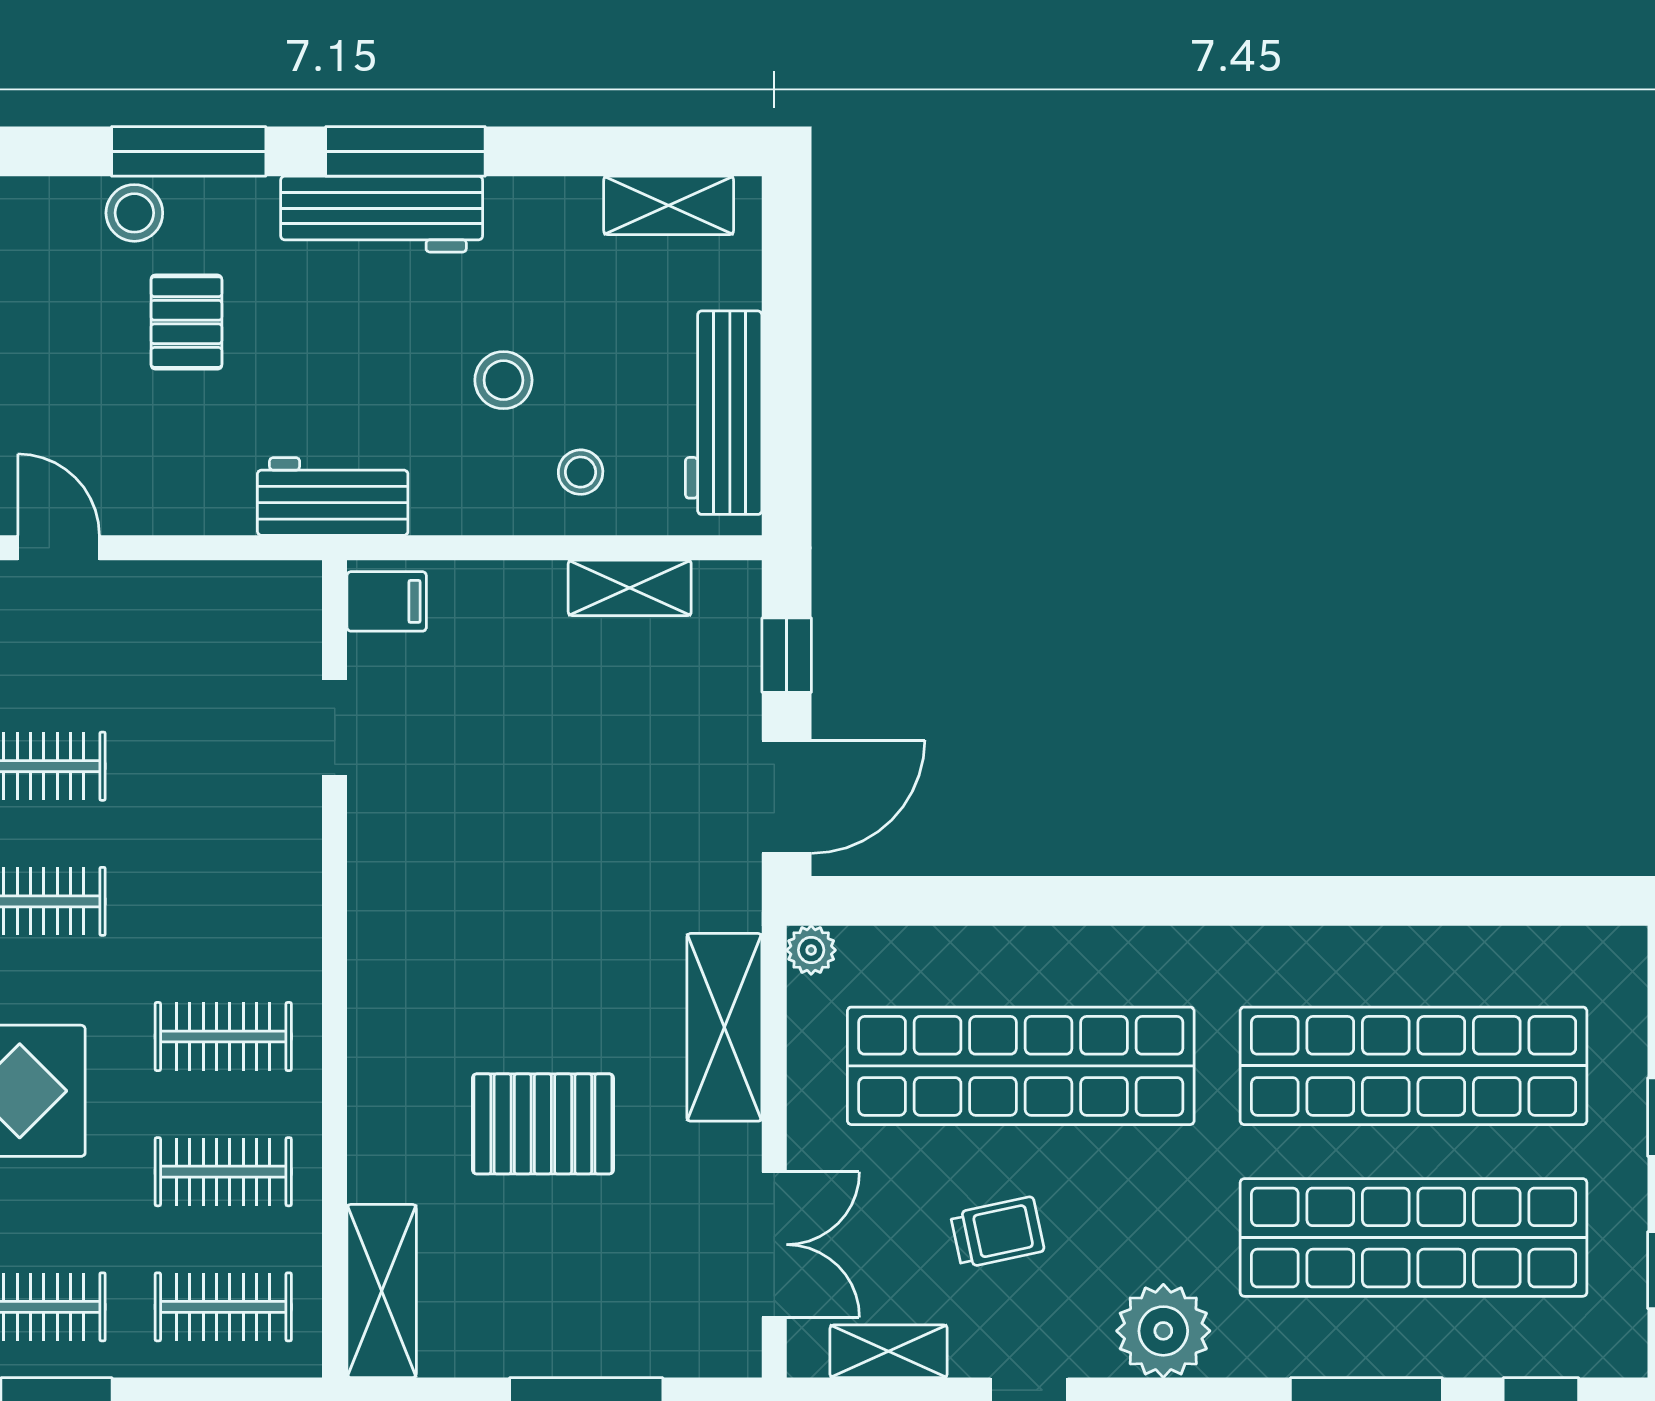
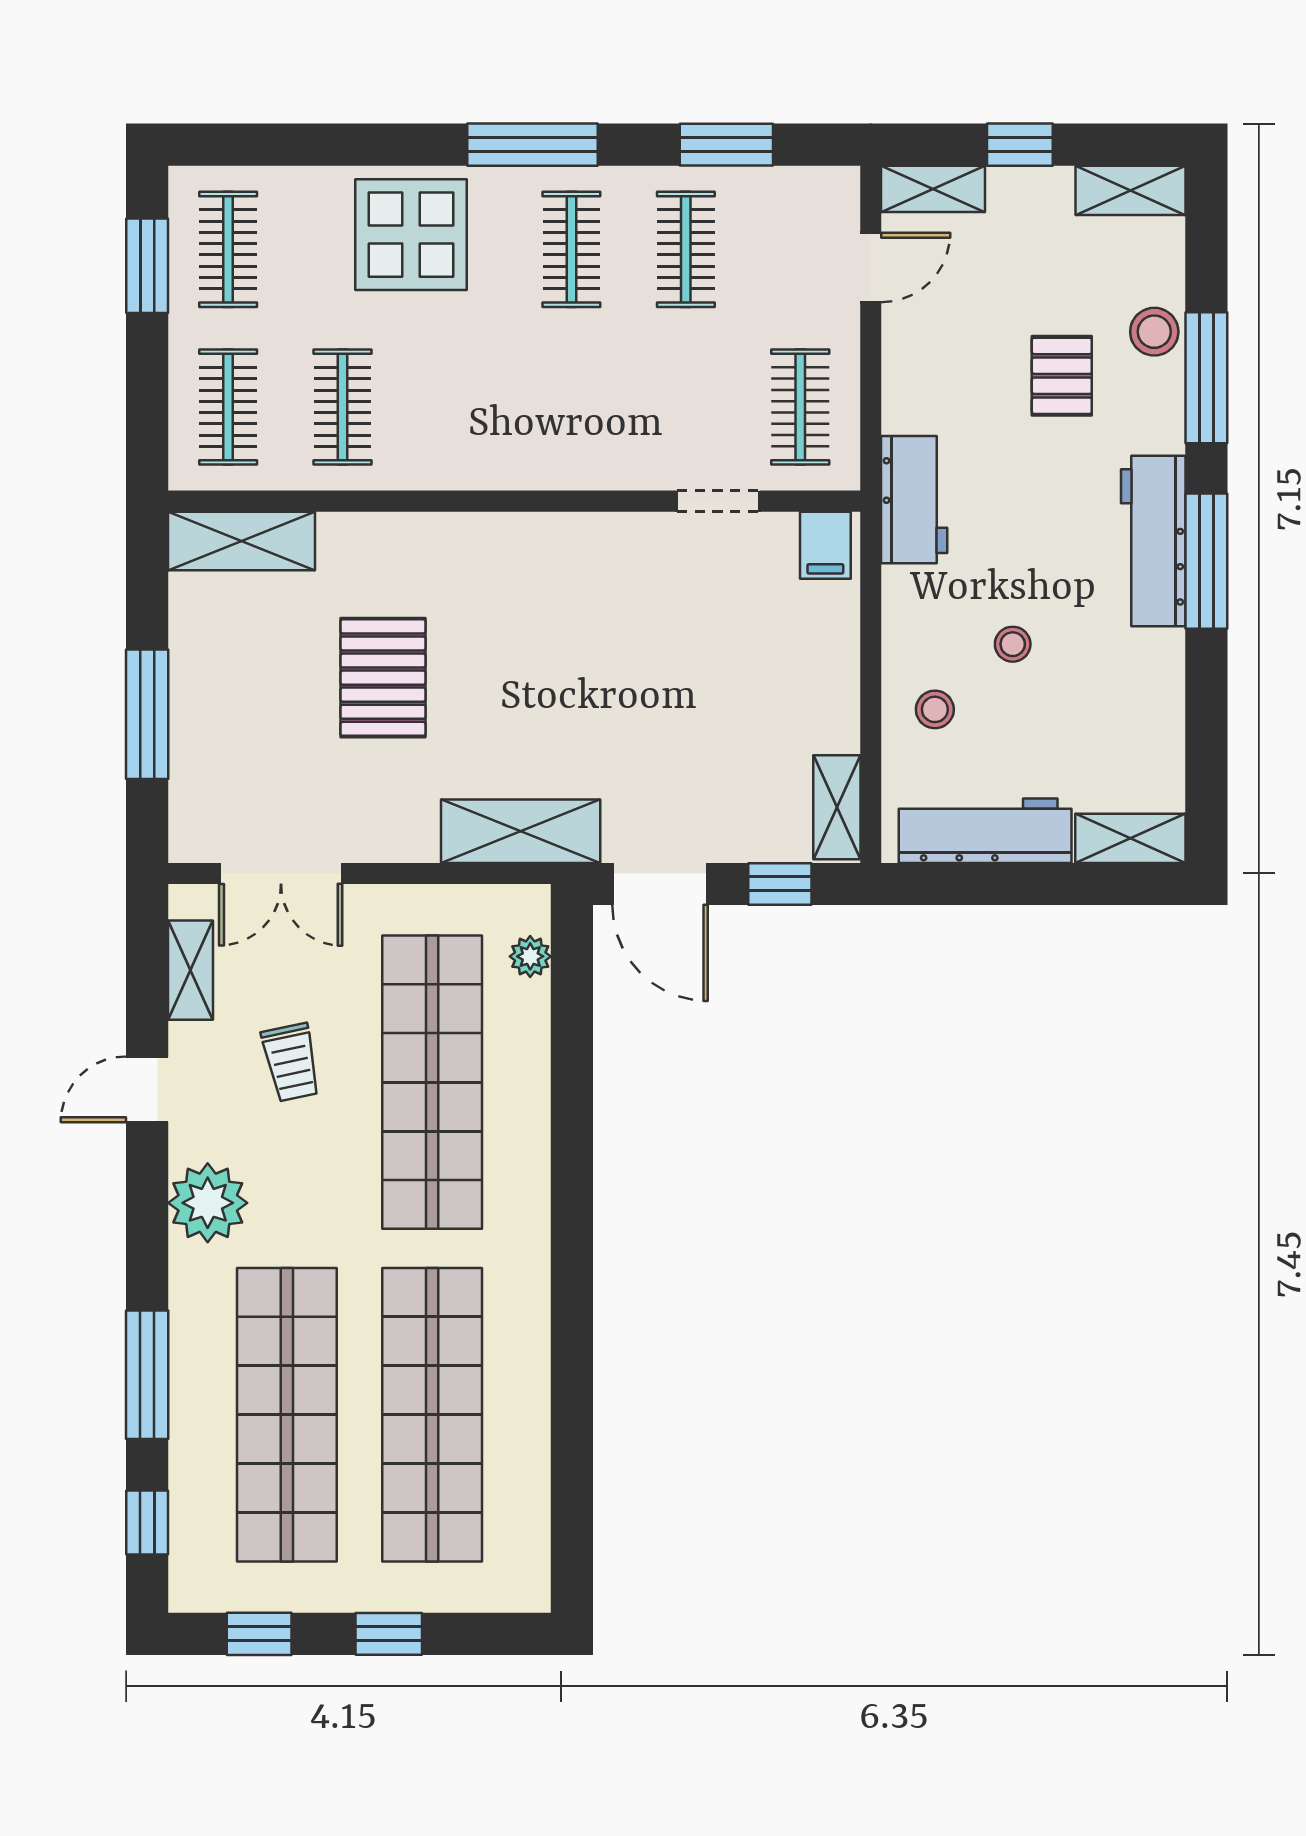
shelving: (669, 205) -> (1130, 838), moved, turned 90
pallet: (186, 322) -> (1062, 376), turned 90
stool: (503, 380) -> (1013, 644), width x0.73, depth x0.73
shelving: (630, 588) -> (837, 807), moved
plant: (811, 950) -> (530, 956), moved
shelving: (724, 1027) -> (521, 831), moved
clothes rail: (223, 1037) -> (800, 407), moved

